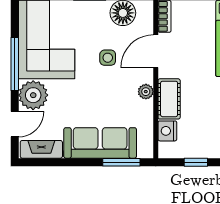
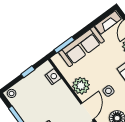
plant: (146, 92) -> (81, 86), width x1.88, depth x1.88
cot: (169, 99) -> (64, 93), removed

